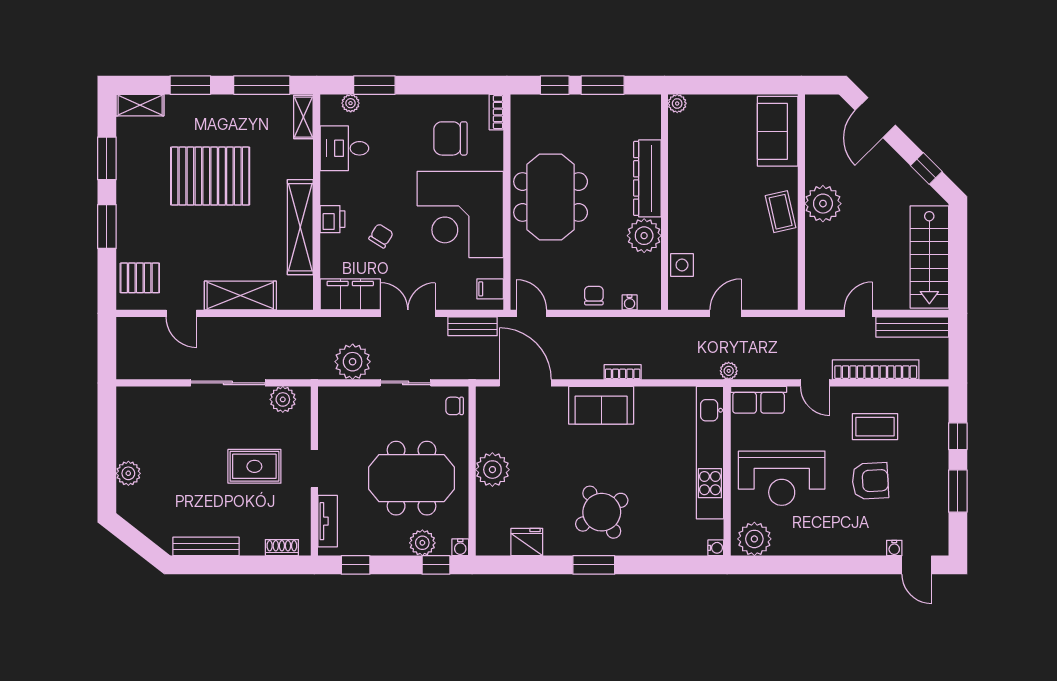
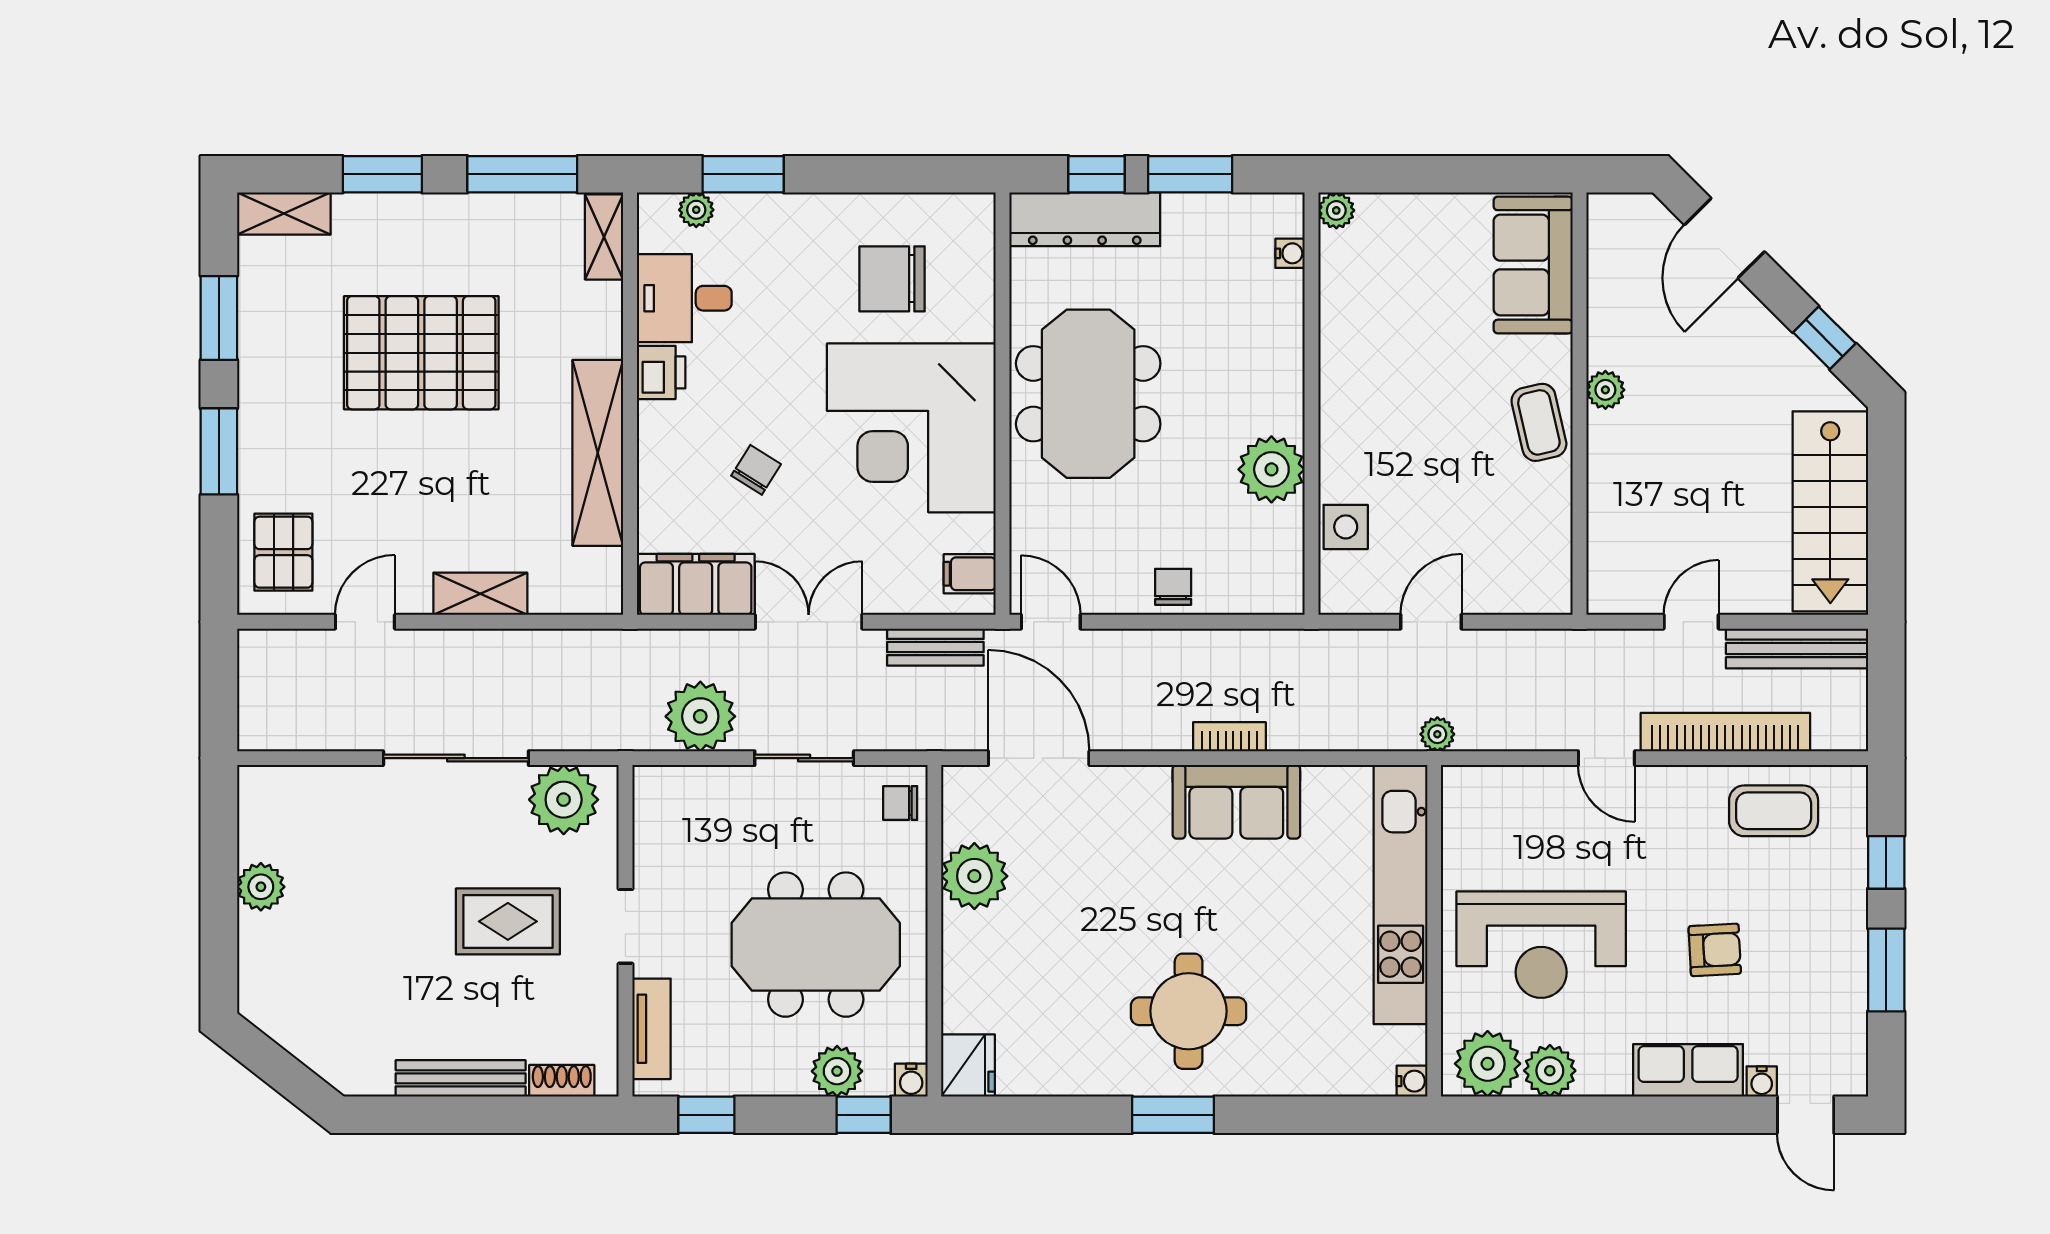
bookcase: (496, 112) -> (982, 227), removed
dresser: (647, 178) -> (1085, 219), moved, turned -90
plant: (823, 204) -> (1605, 390), width x0.53, depth x0.53
printer: (333, 219) -> (661, 372), moved
pallet: (140, 278) -> (283, 552), turned 90
shelving: (240, 296) -> (480, 594), width x0.67, depth x0.75
water cooler: (630, 302) -> (1290, 253), moved, turned -90
door: (181, 313) -> (365, 622), swing flipped
plant: (283, 399) -> (564, 800), width x1.36, depth x1.36
row of seats: (759, 400) -> (1688, 1070), moved, turned 180
sofa: (601, 405) -> (1236, 802), moved
coffee table: (875, 427) -> (1774, 811), moved
plant: (492, 470) -> (974, 876), moved
plant: (128, 473) -> (261, 887), moved
armchair: (870, 481) -> (1715, 950), width x0.72, depth x0.72
round table: (602, 512) -> (1189, 1011), turned 32
fridge: (527, 542) -> (968, 1065), moved, turned 90
plant: (786, 543) -> (1550, 1071), added
bench: (206, 546) -> (461, 1078), moved

